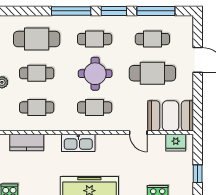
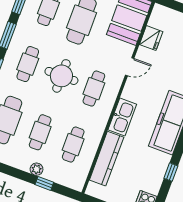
door: (138, 133) -> (130, 67), moved
kitchen counter: (27, 143) -> (107, 159), width x1.50
fridge: (176, 143) -> (151, 38), moved

